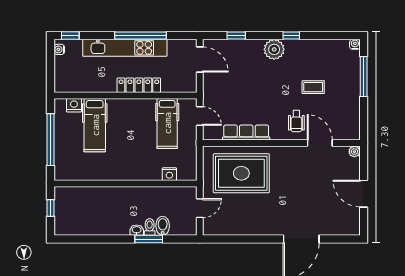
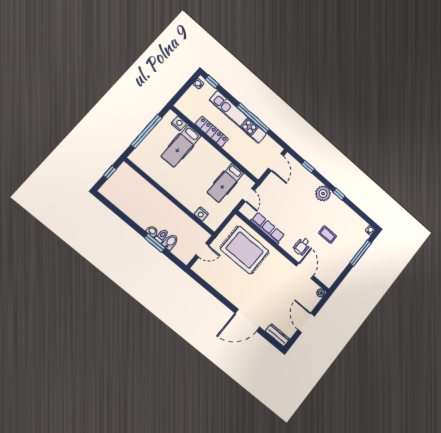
locker: (139, 85) -> (212, 132), moved
dresser: (344, 229) -> (278, 335), added

